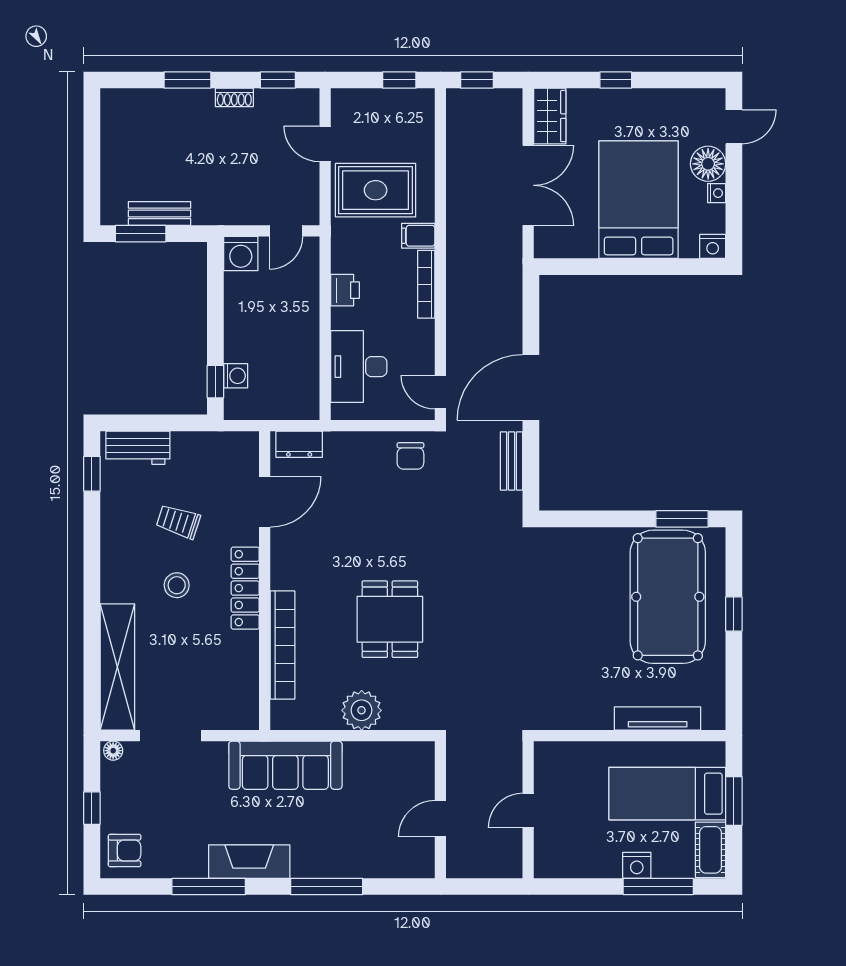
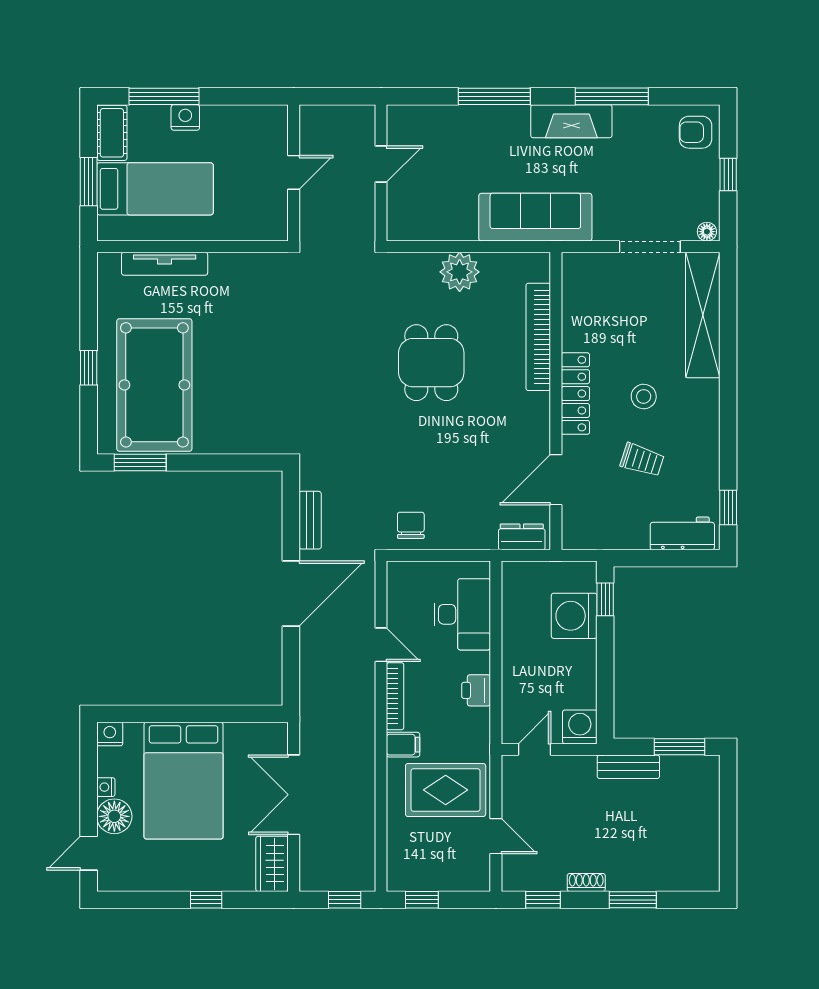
bench: (160, 213) -> (628, 767), moved
washing machine: (236, 376) -> (574, 616), width x1.89, depth x1.89
door: (440, 392) -> (381, 645), moved

